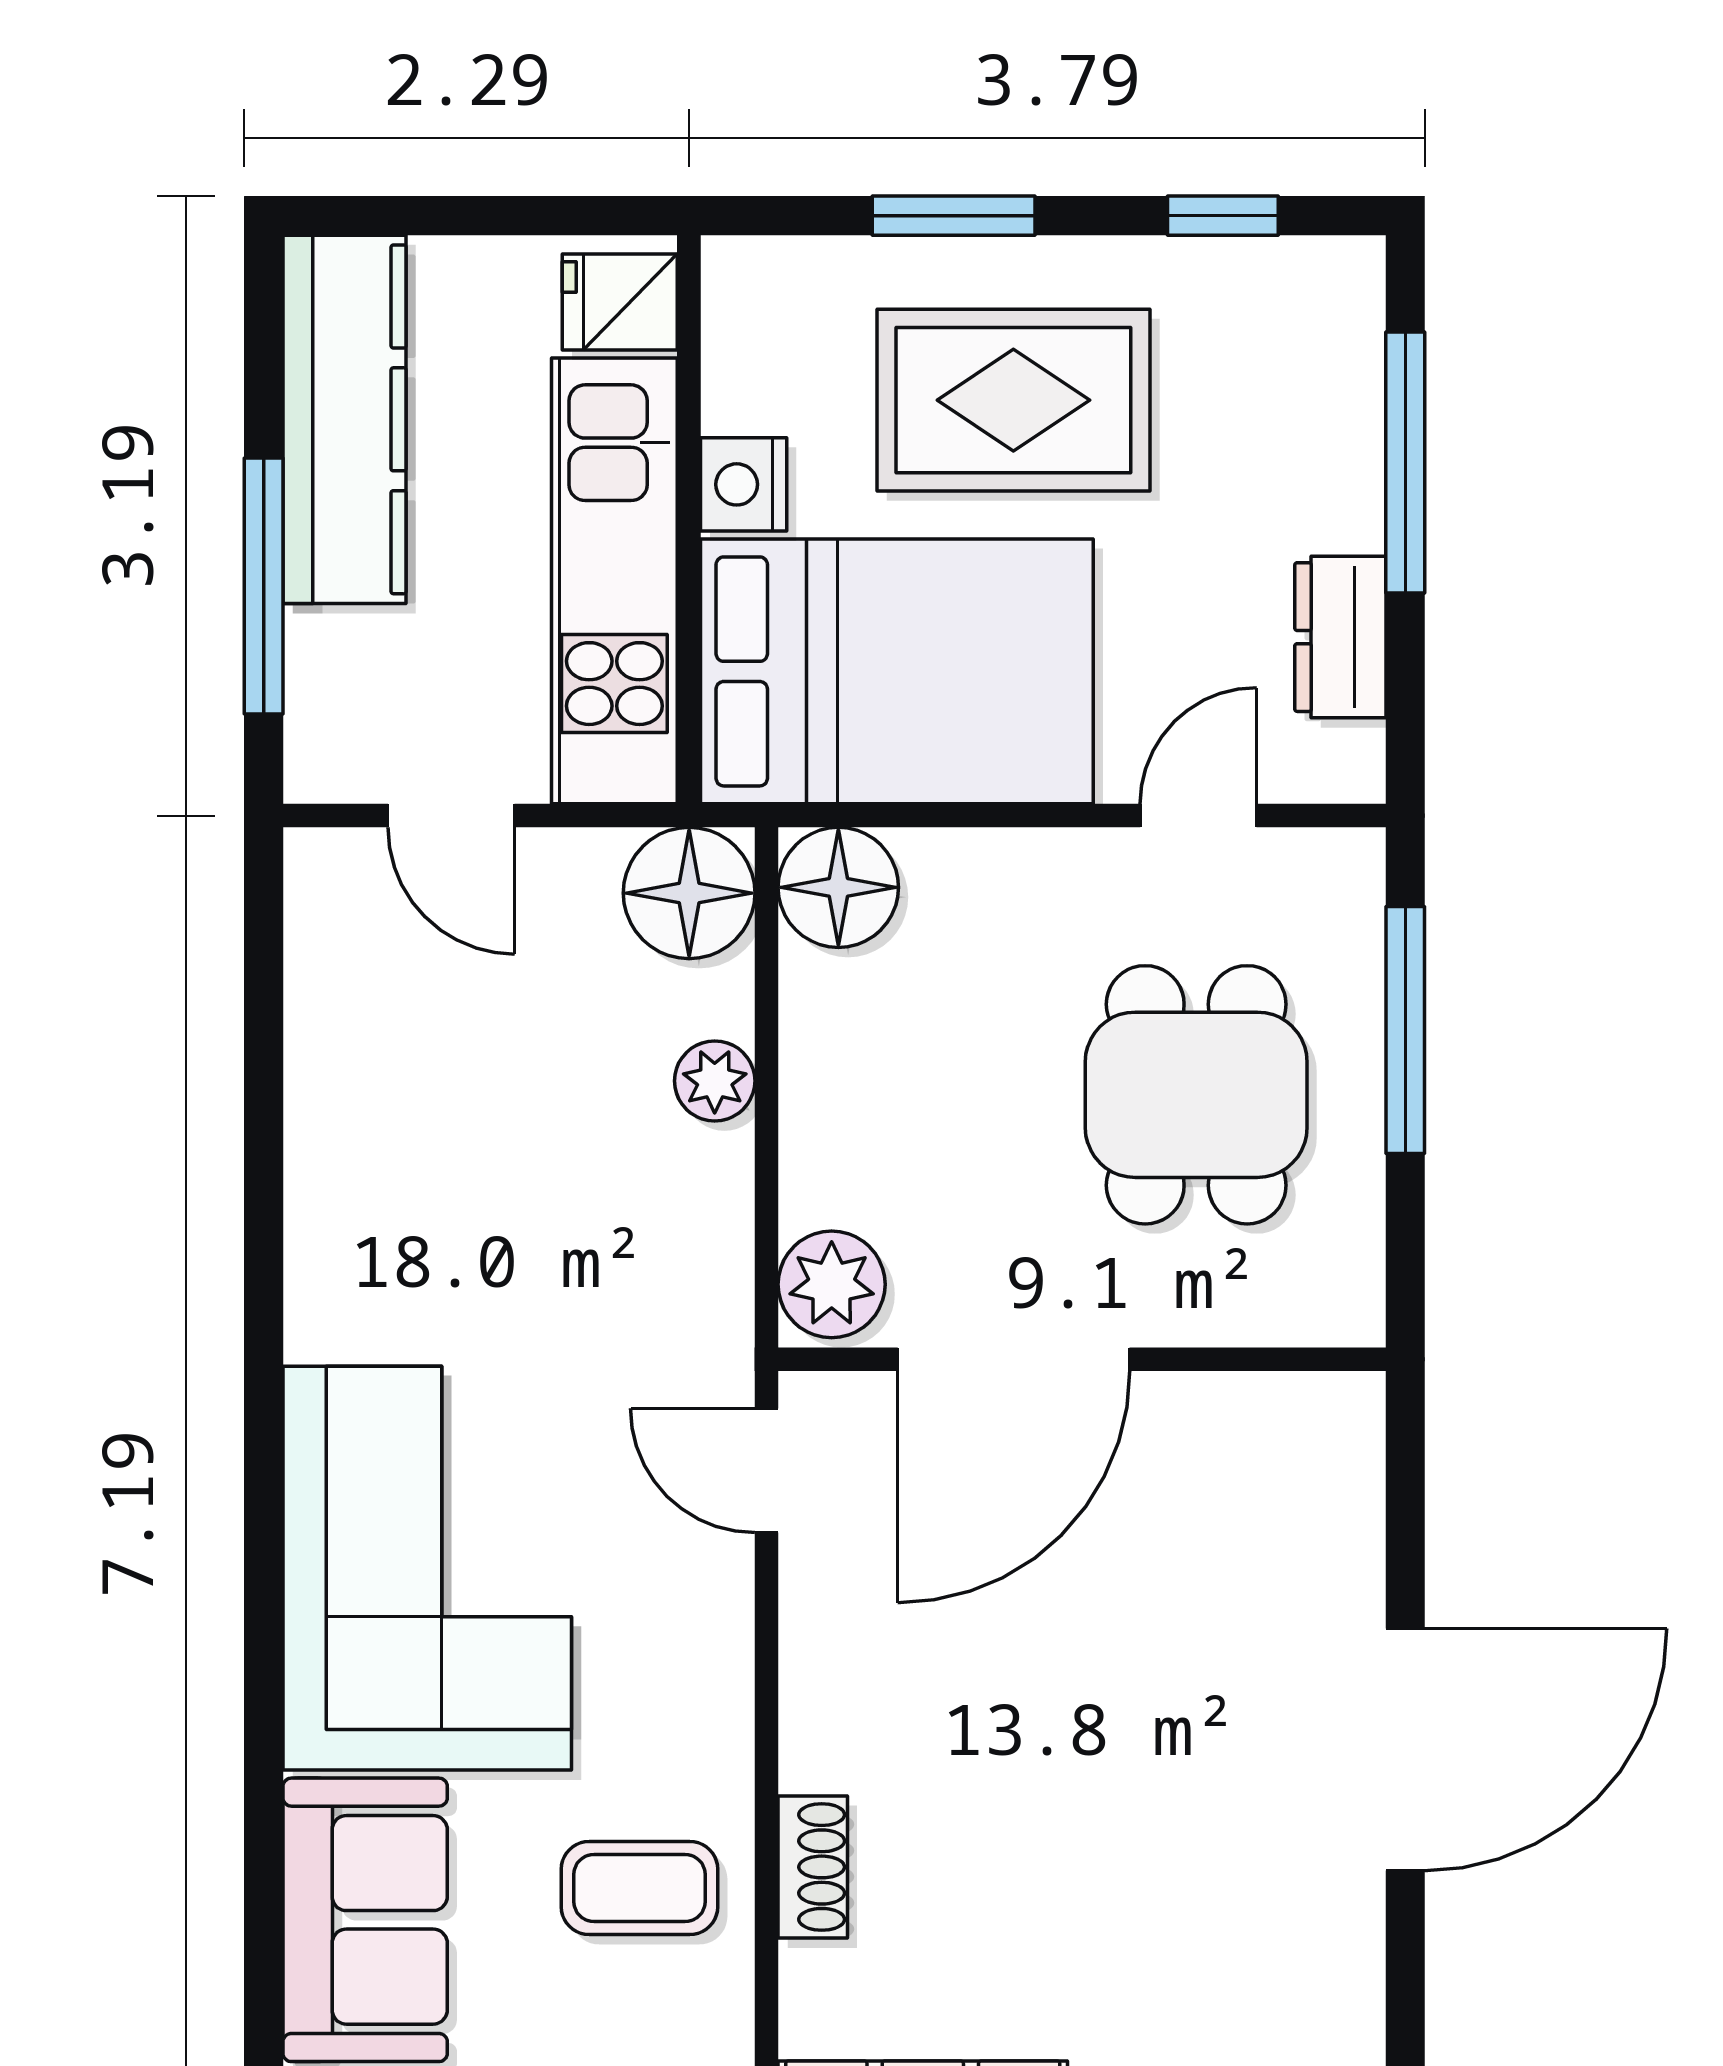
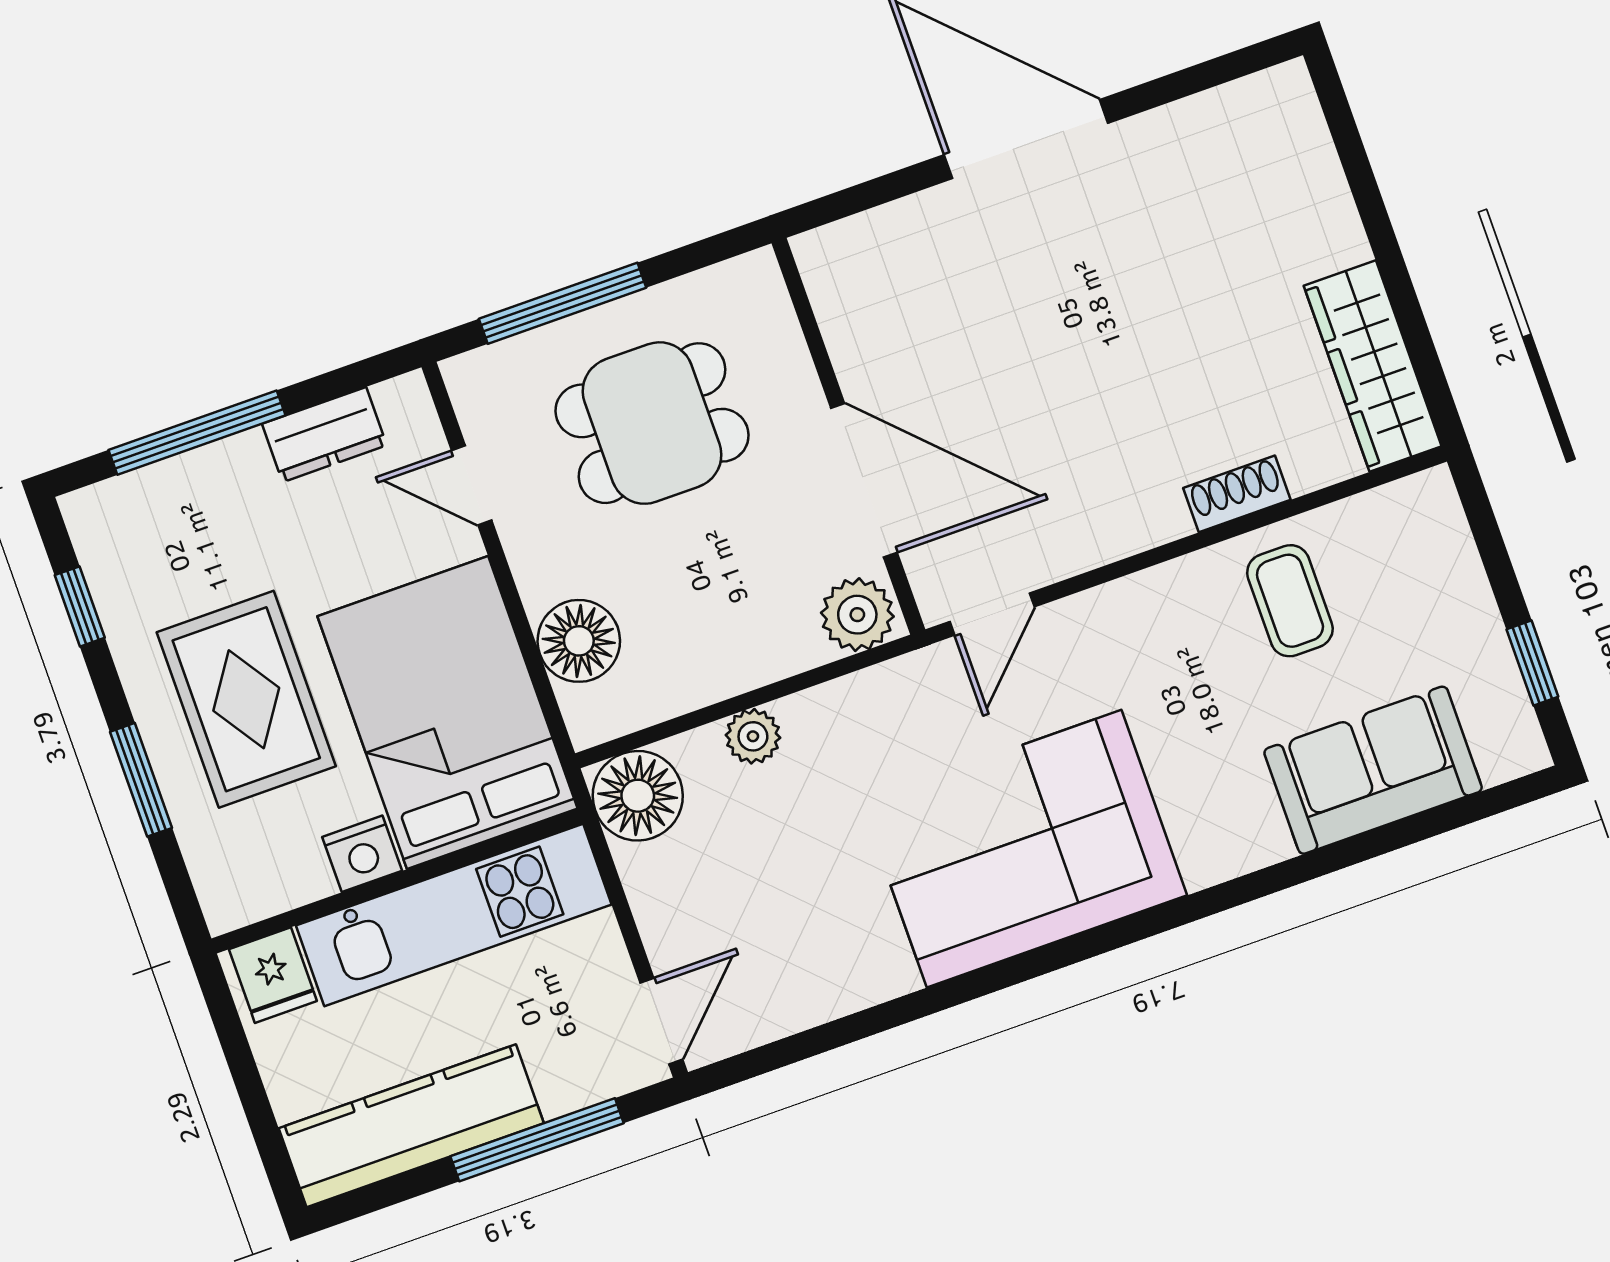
door: (451, 816) -> (661, 1021), moved
floor lamp: (838, 887) -> (579, 641), moved
corner sofa: (427, 1568) -> (1024, 849), moved

